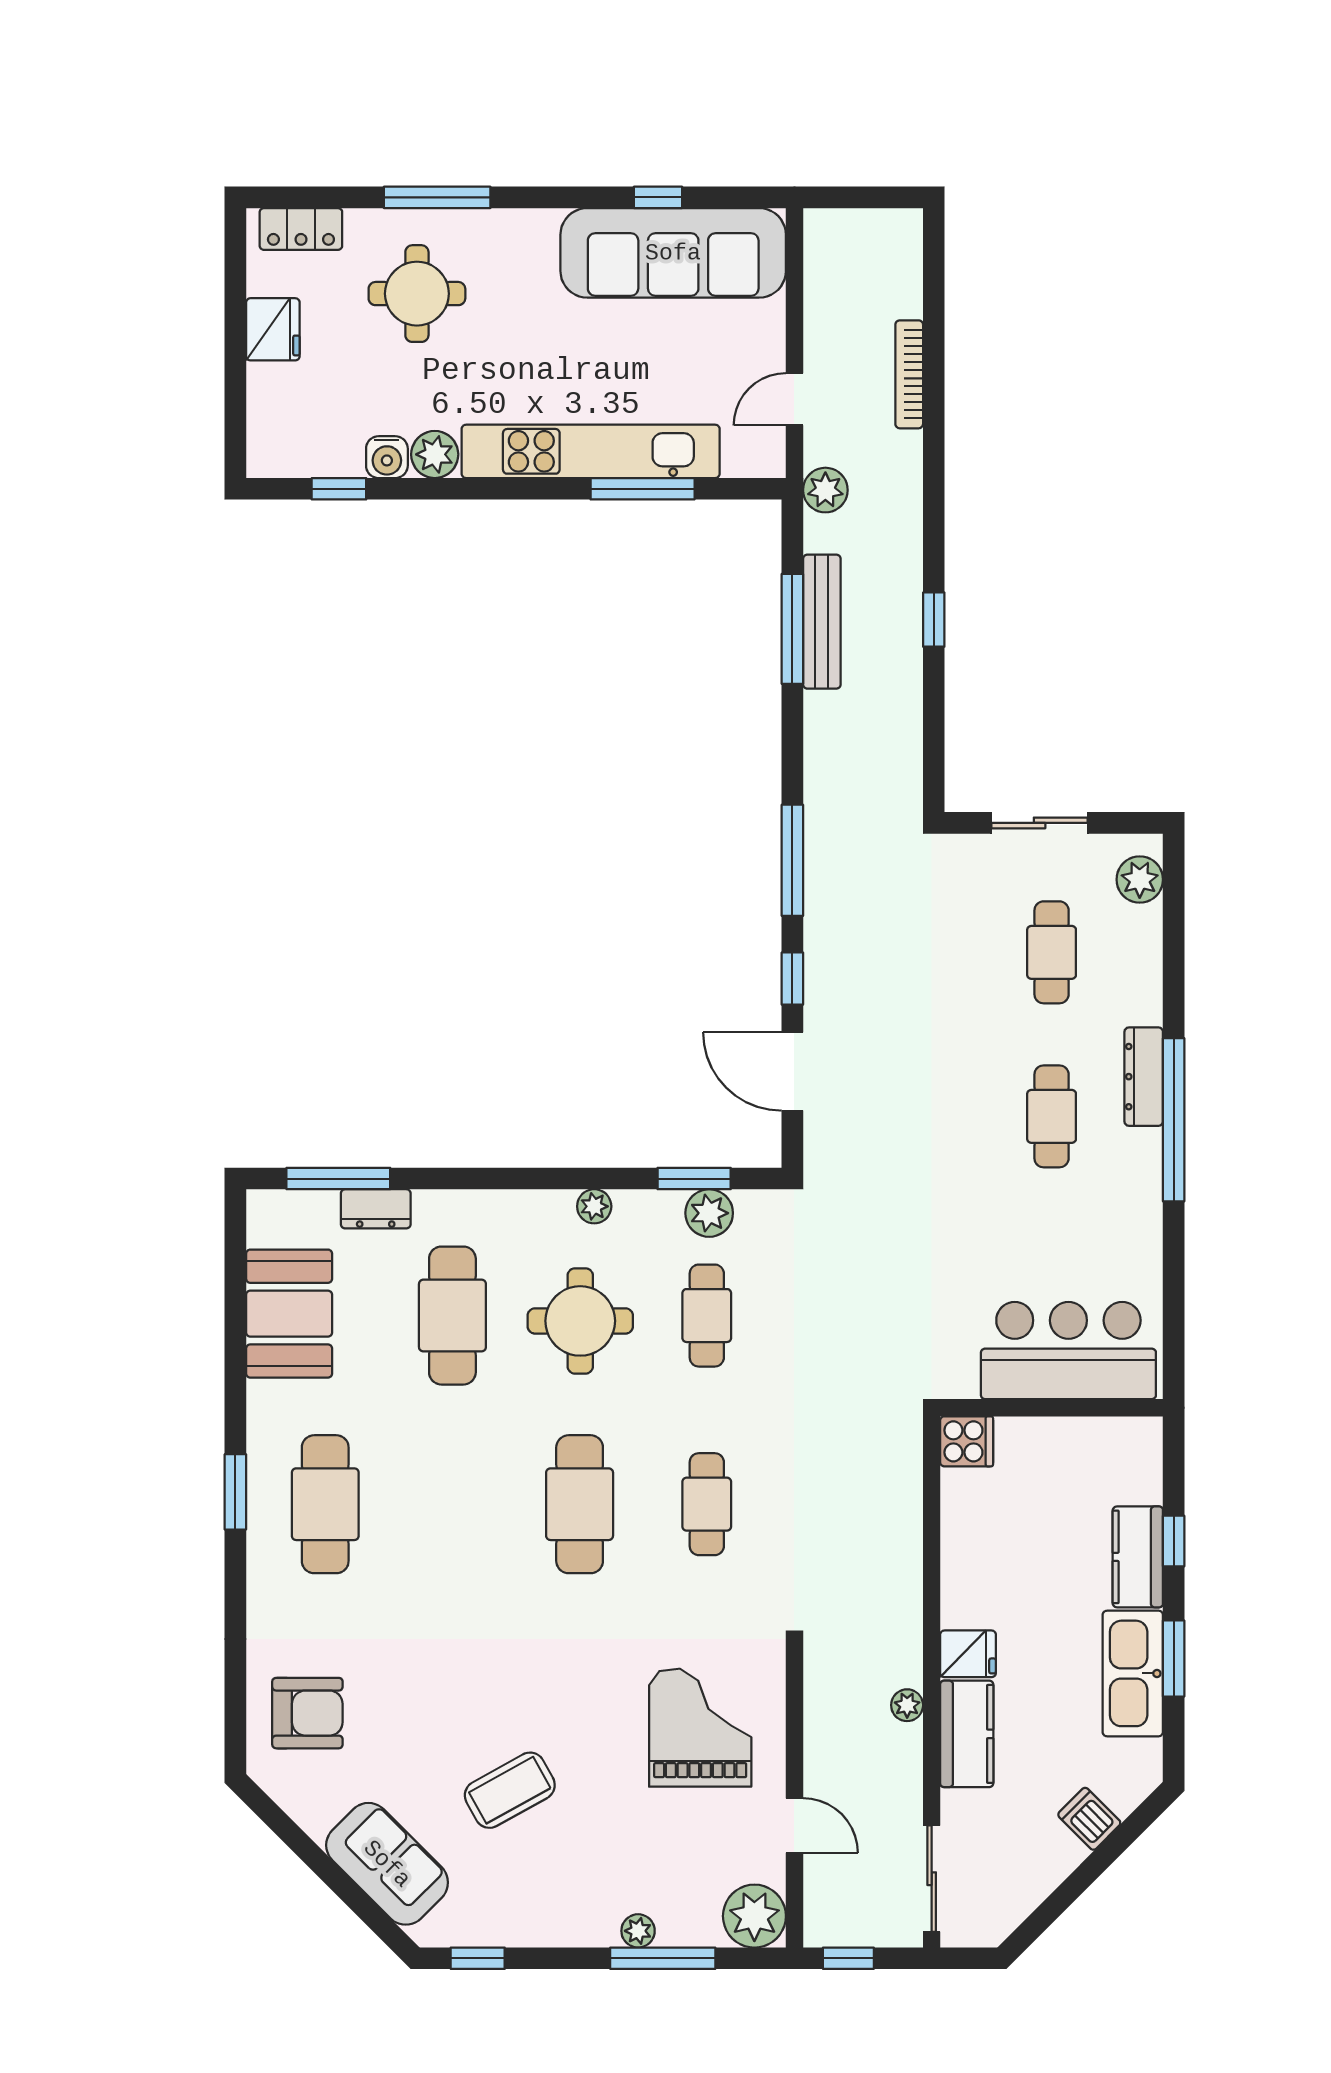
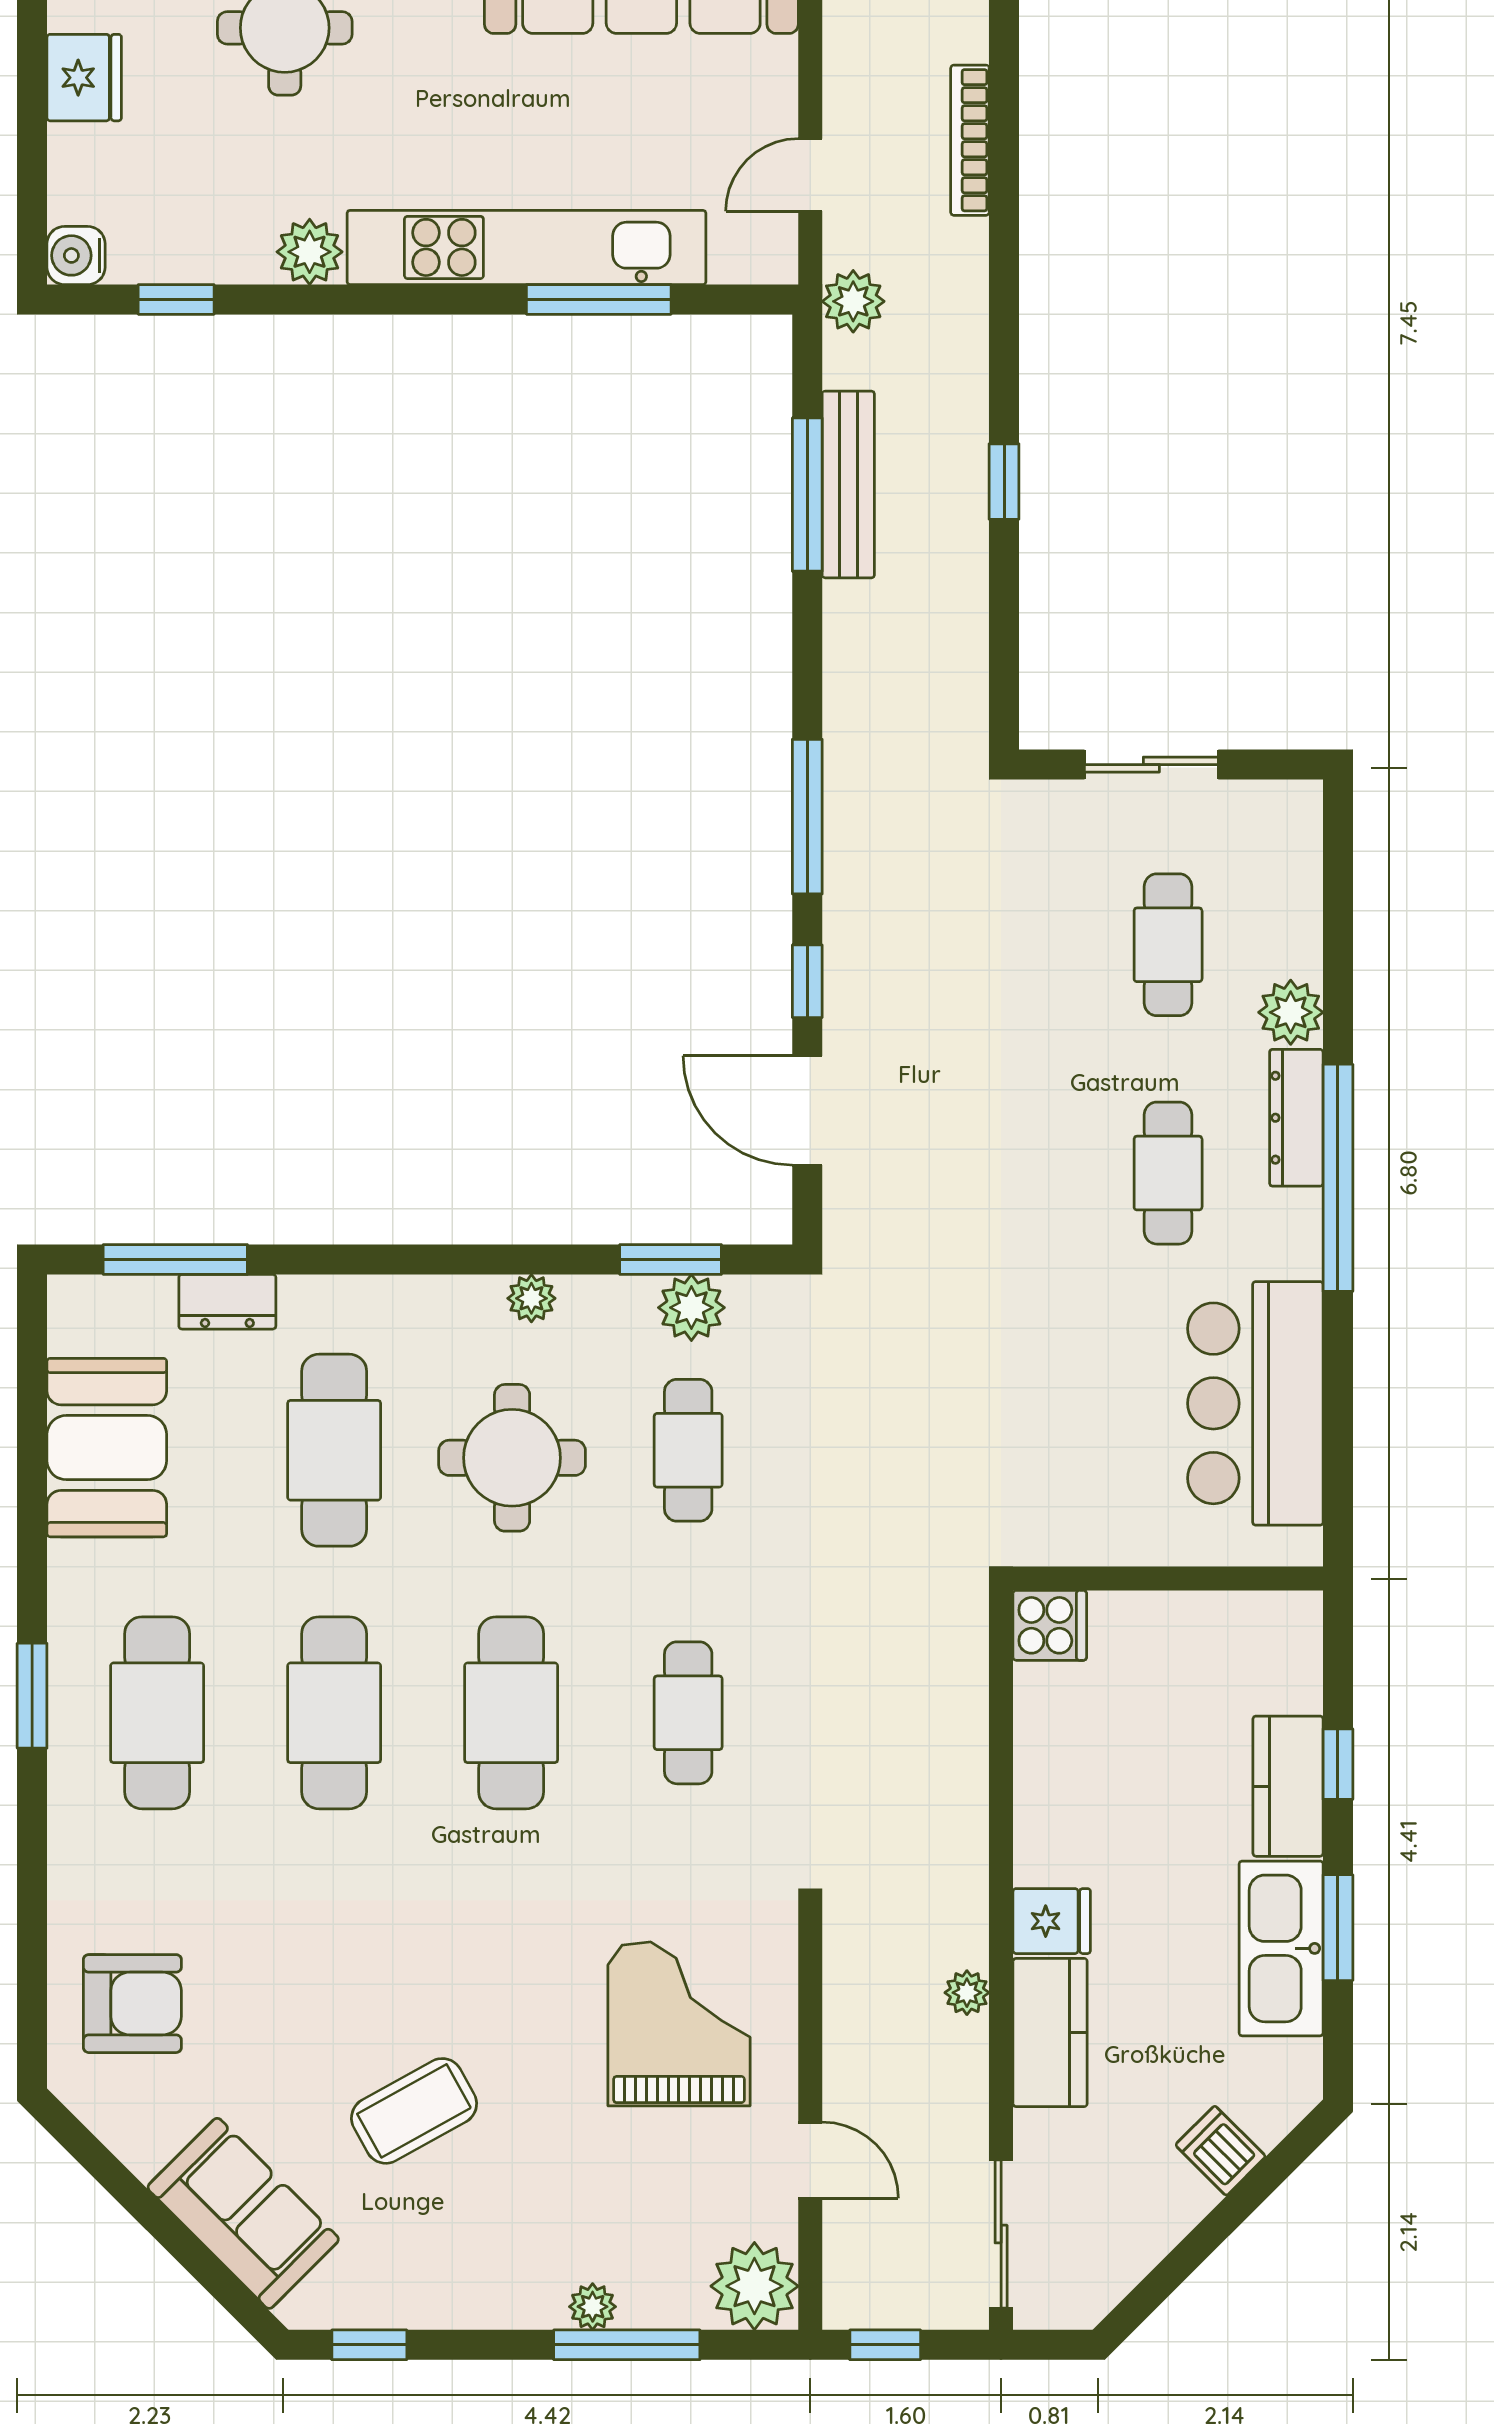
water cooler: (387, 457) -> (76, 255), moved, turned 90
plant: (1140, 880) -> (1291, 1012), moved
bar counter: (1068, 1351) -> (1255, 1403), moved, turned -90
cafe table: (452, 1504) -> (334, 1713), added

